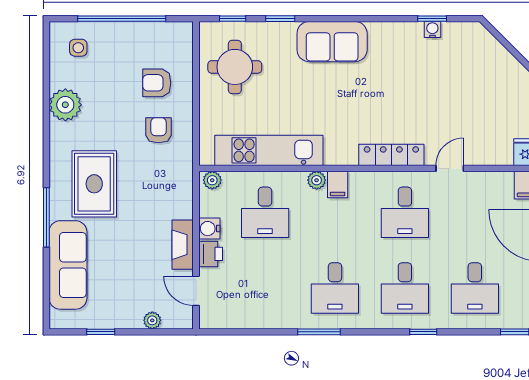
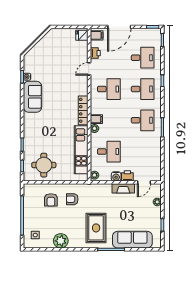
sofa: (332, 42) -> (33, 97), moved
locker: (391, 155) -> (83, 110), moved
door: (450, 168) -> (89, 69), hinge flipped
printer: (485, 182) -> (95, 53), added
rug: (94, 184) -> (96, 228), turned 90

